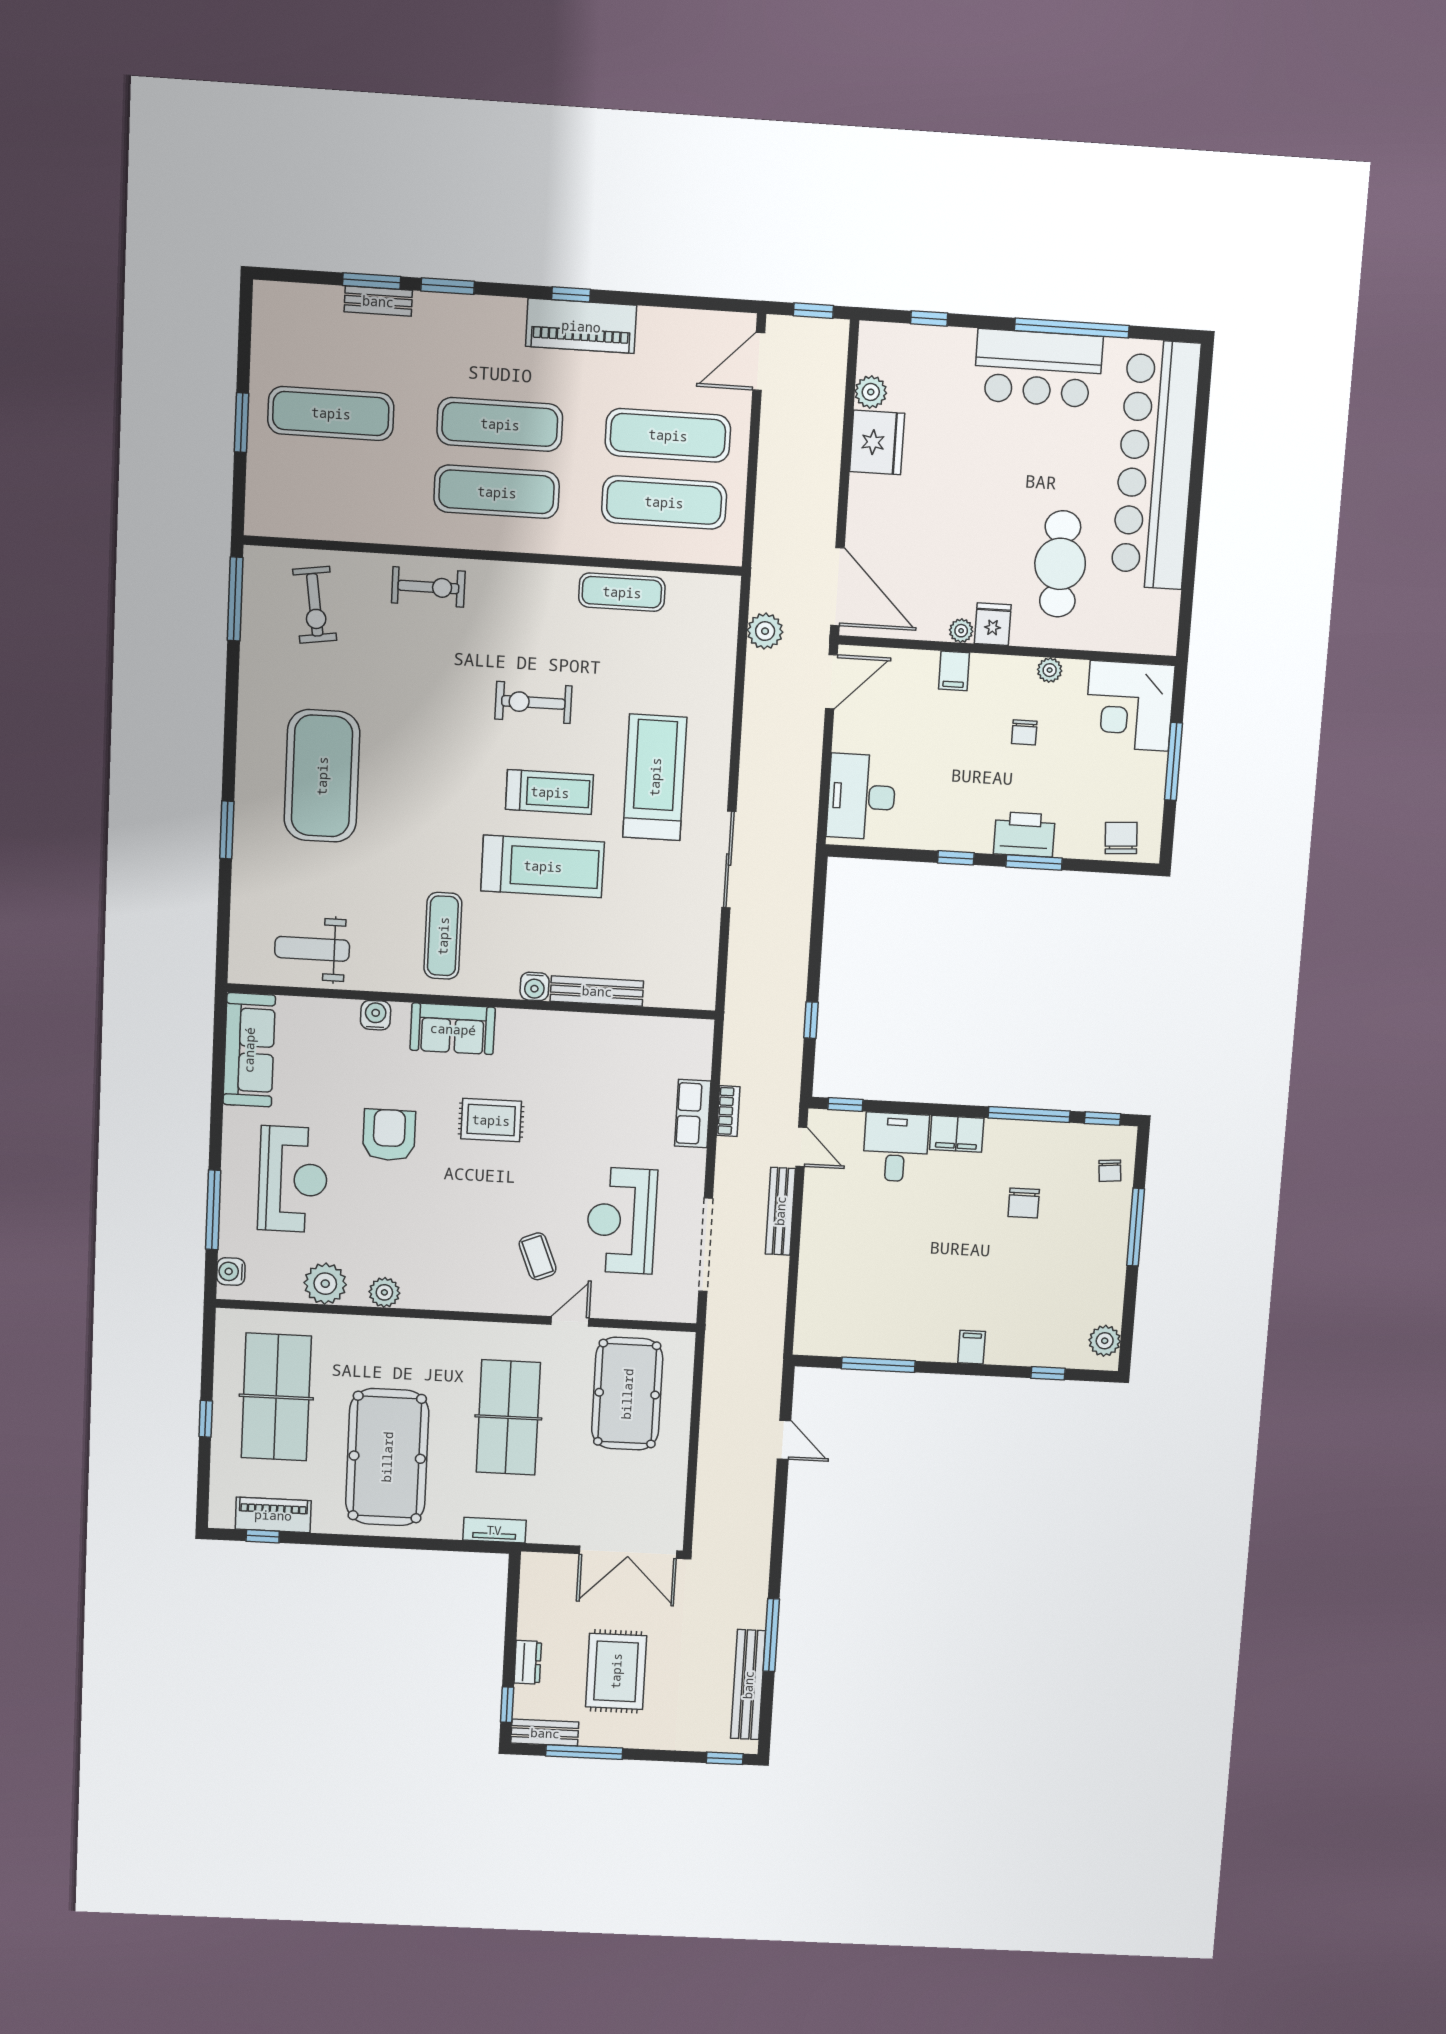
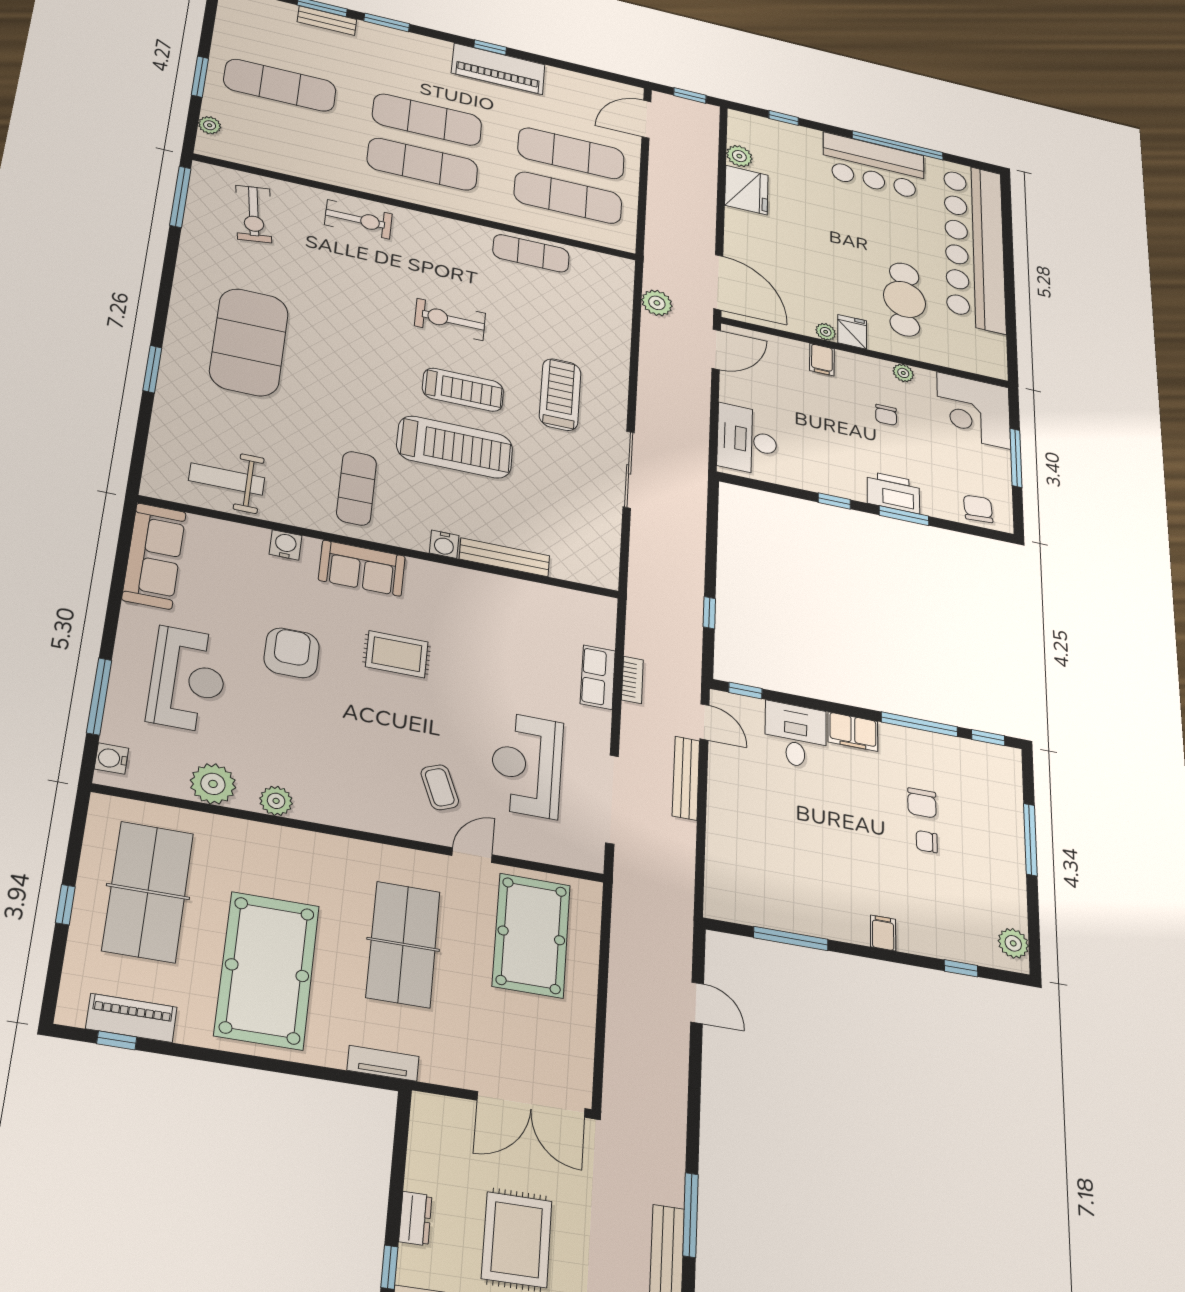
plant: (258, 491) -> (210, 125), added
treadmill: (655, 777) -> (560, 394), width x0.73, depth x0.73
chair: (1110, 1171) -> (927, 842), moved, turned 95

